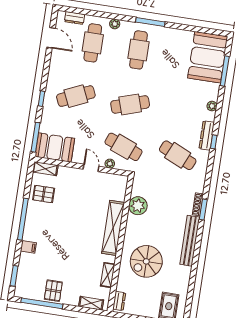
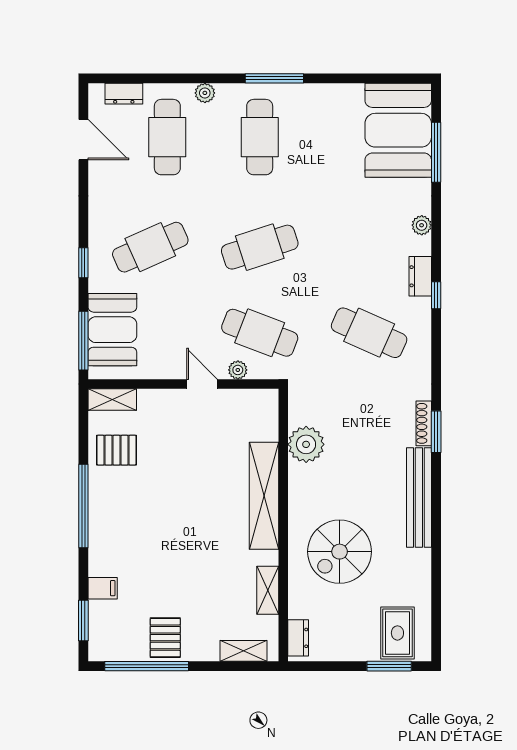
dresser: (207, 135) -> (420, 276), width x0.70
booth: (55, 147) -> (112, 330), moved, turned 90
filing cabinet: (28, 247) -> (103, 588), moved

